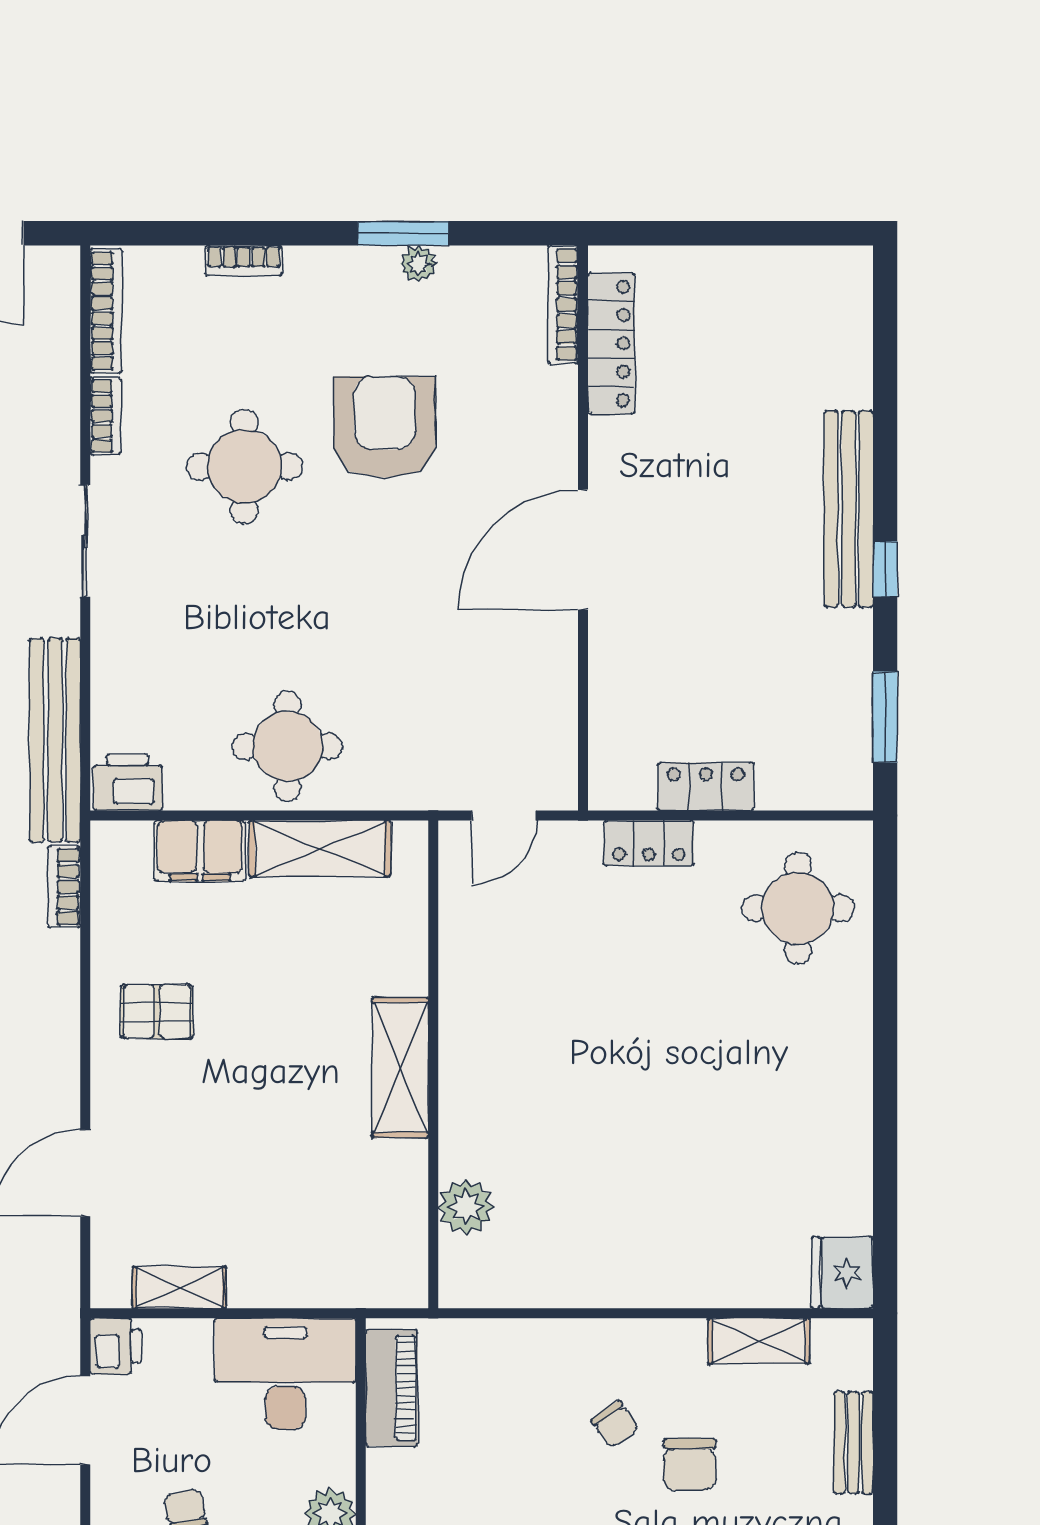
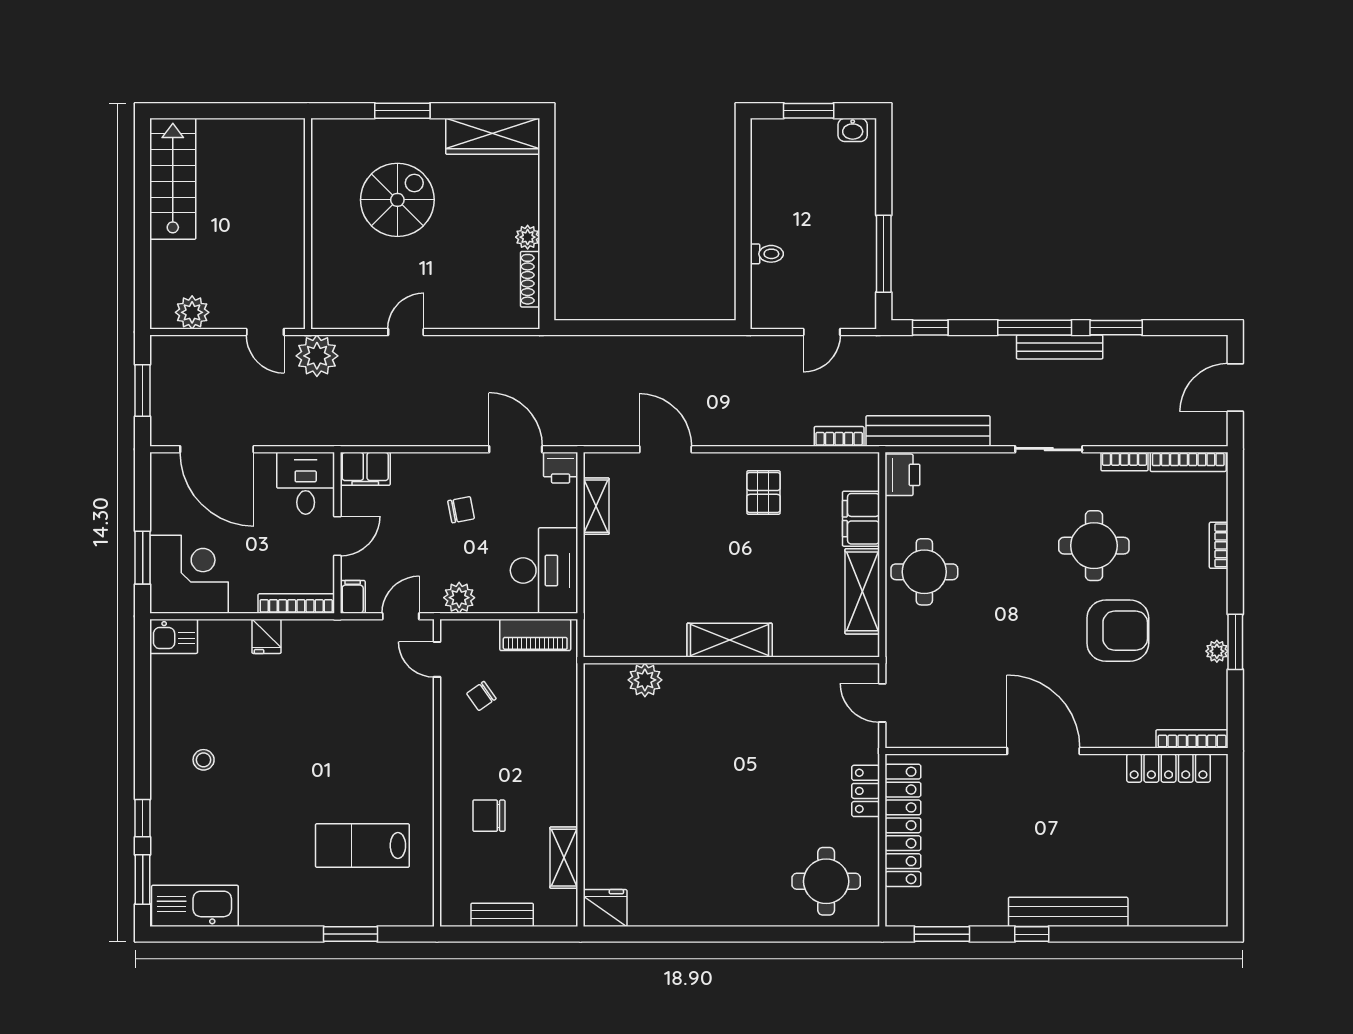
locker: (706, 787) -> (903, 825), width x2.16, depth x1.21
chair: (615, 1424) -> (481, 696), moved

